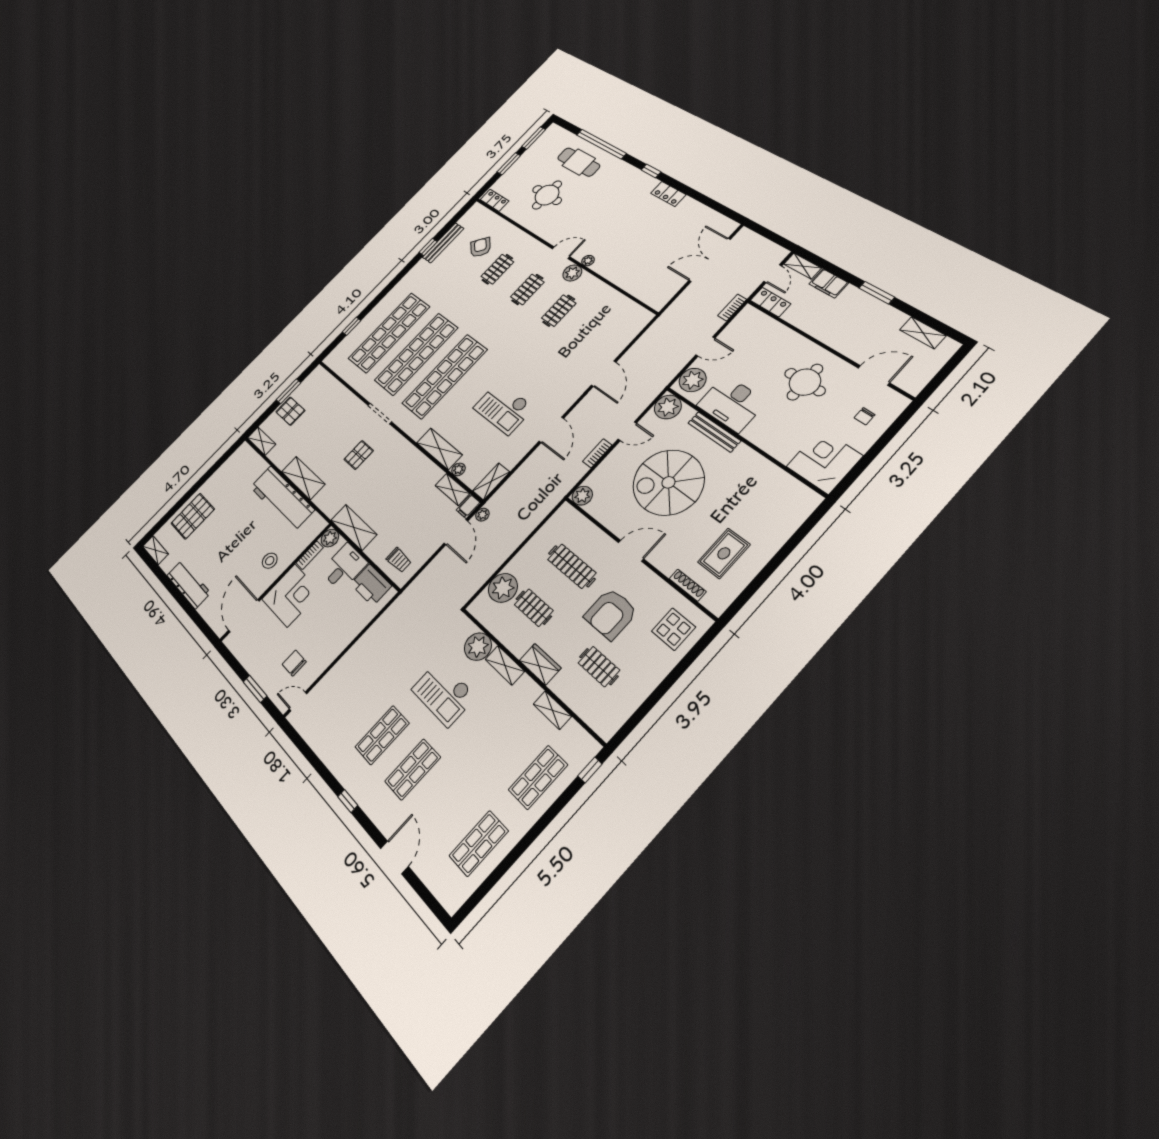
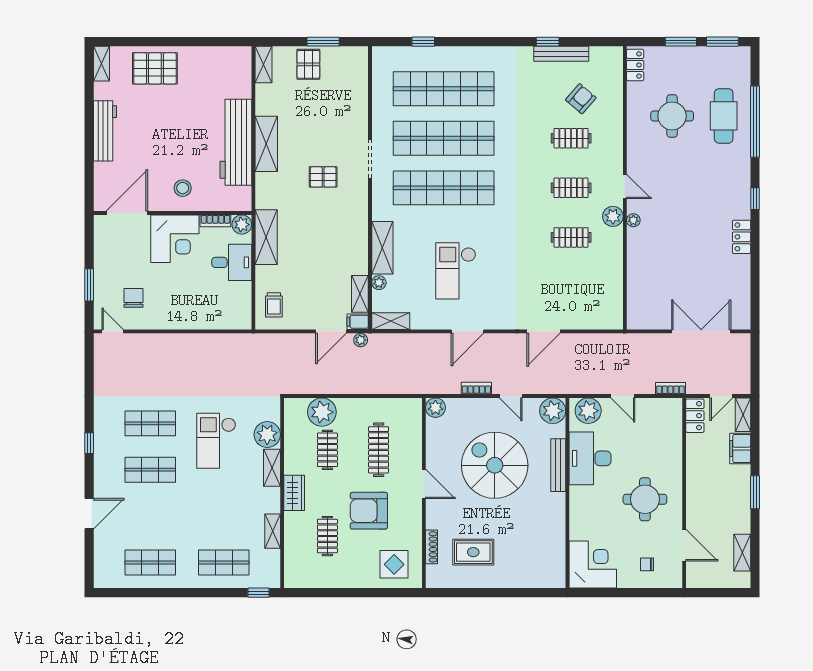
printer: (371, 585) -> (238, 301), removed

